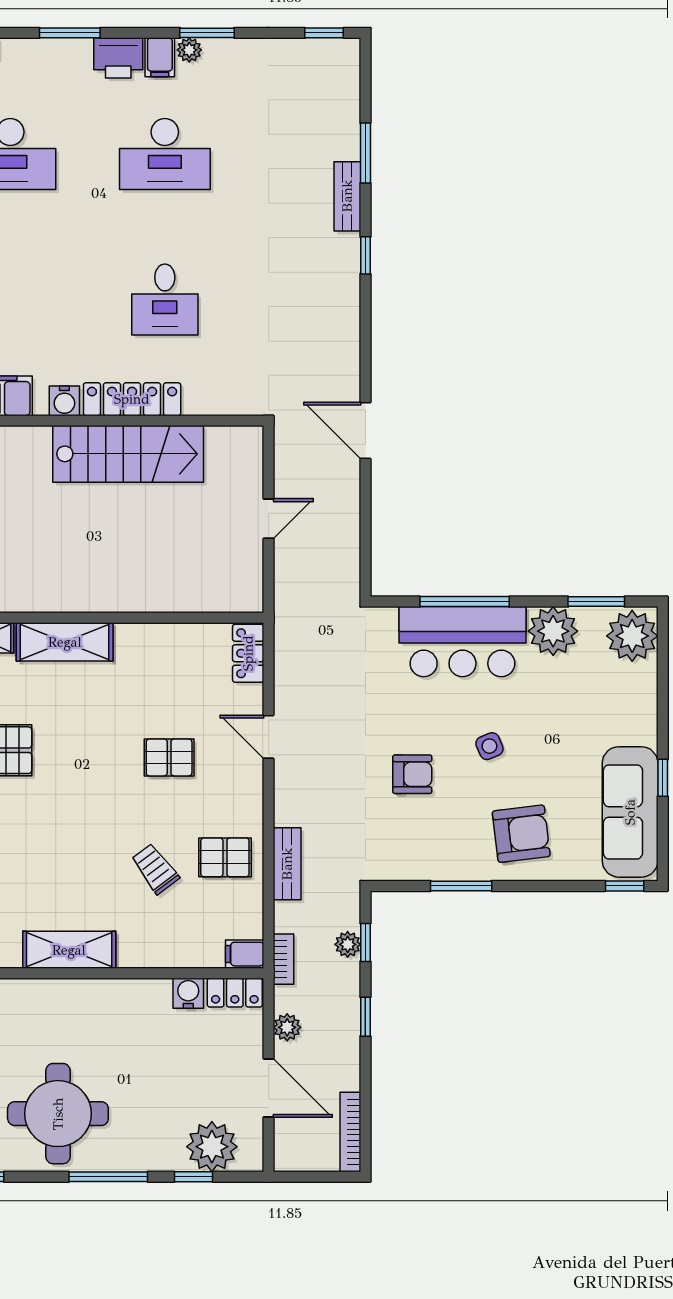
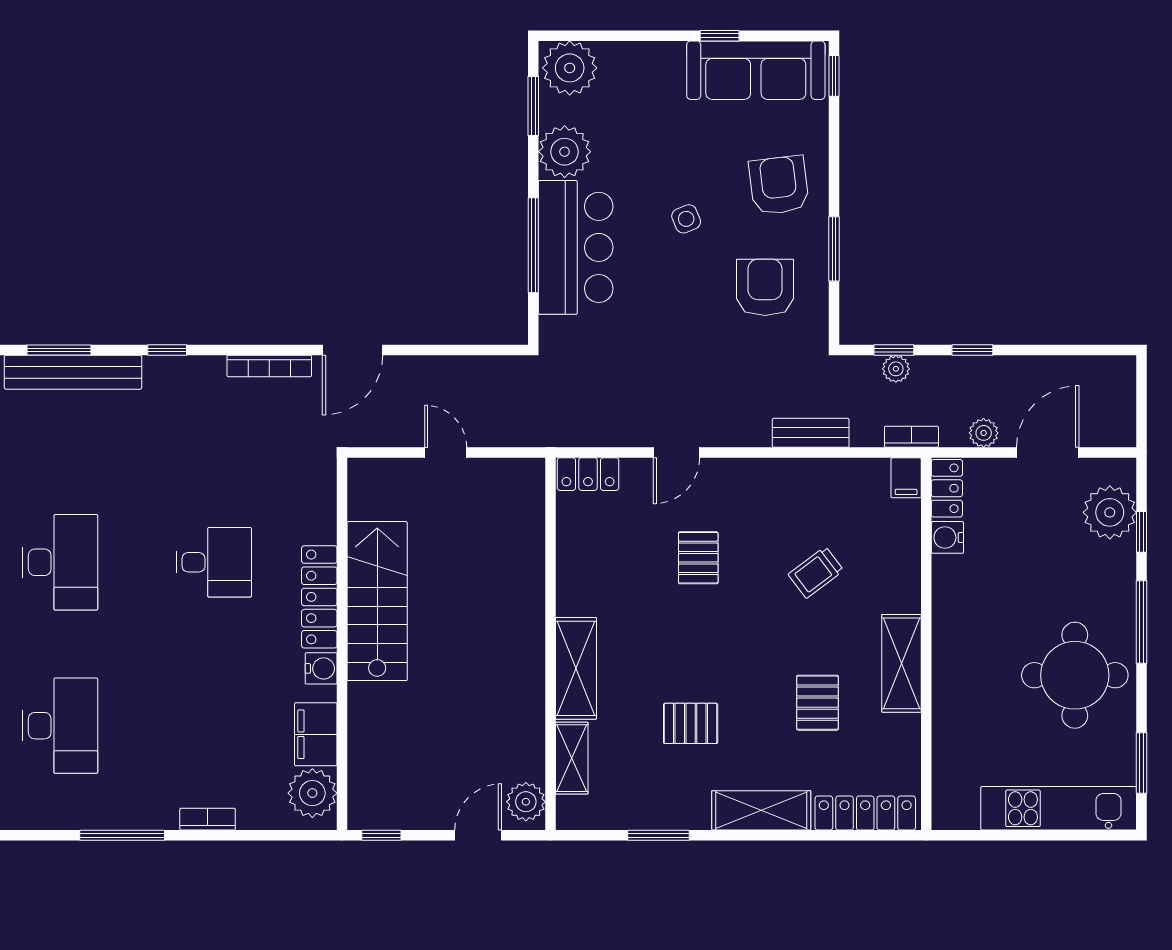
bench: (347, 196) -> (73, 372), width x1.86, depth x1.21
armchair: (412, 774) -> (765, 287), moved, width x1.38, depth x1.38
pallet: (225, 857) -> (817, 703), moved
bookcase: (350, 1132) -> (269, 366), moved

